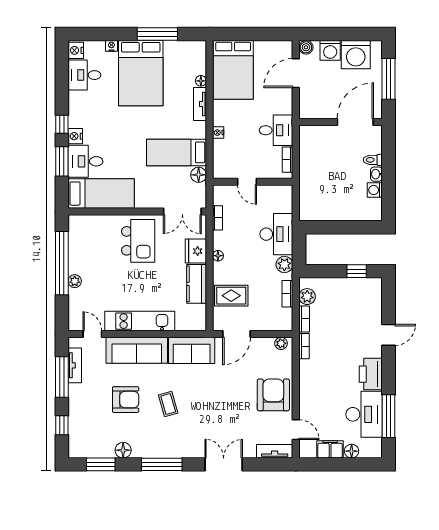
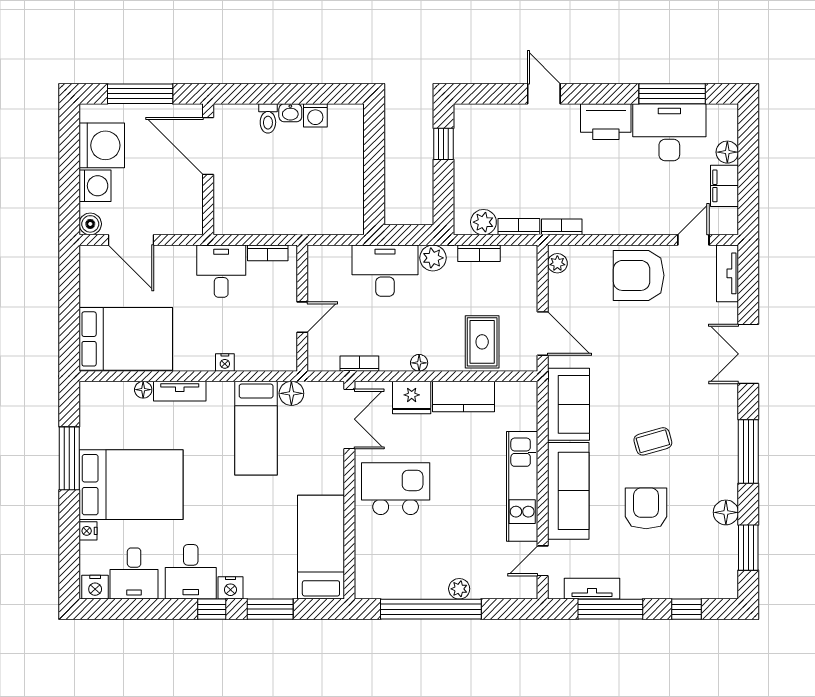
desk: (85, 161) -> (191, 572), moved

